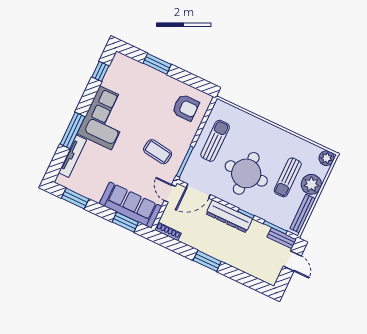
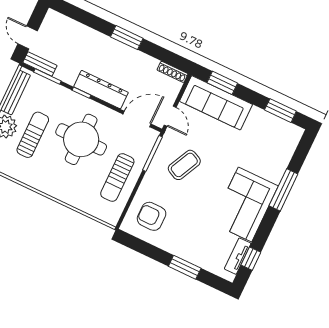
coffee table: (158, 152) -> (184, 165), turned -72
tv unit: (73, 156) -> (238, 256), moved, width x0.71

